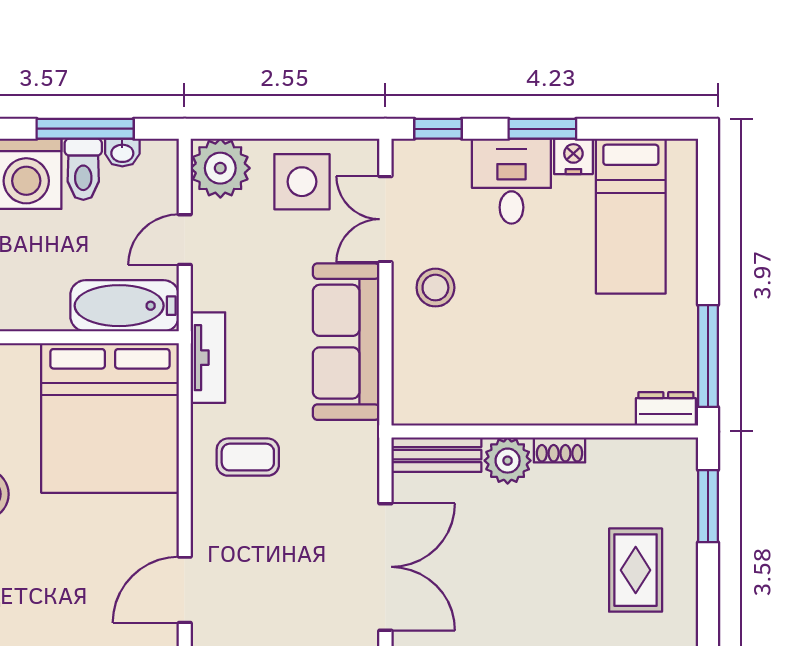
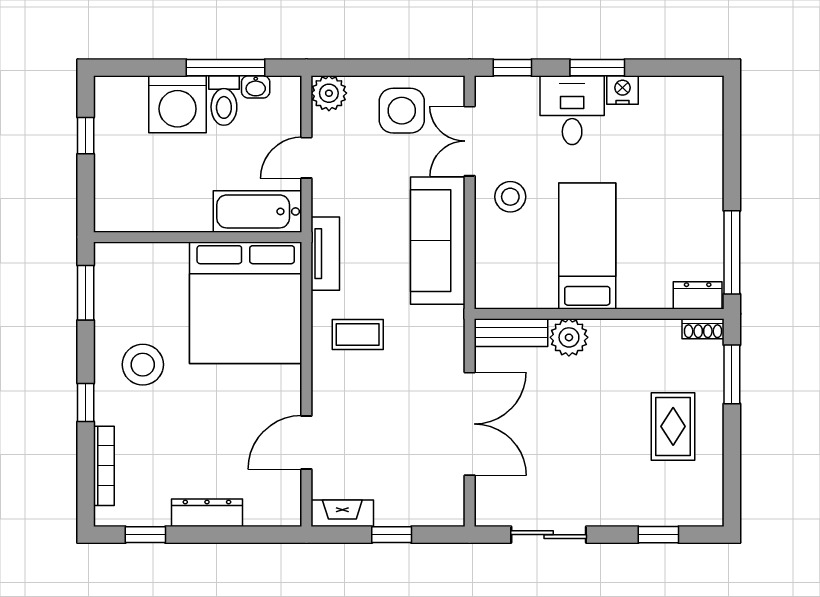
plant: (220, 168) -> (329, 93), width x0.73, depth x0.73
bed: (631, 216) -> (587, 246), moved, turned 180
shoe rack: (560, 450) -> (703, 329), moved

